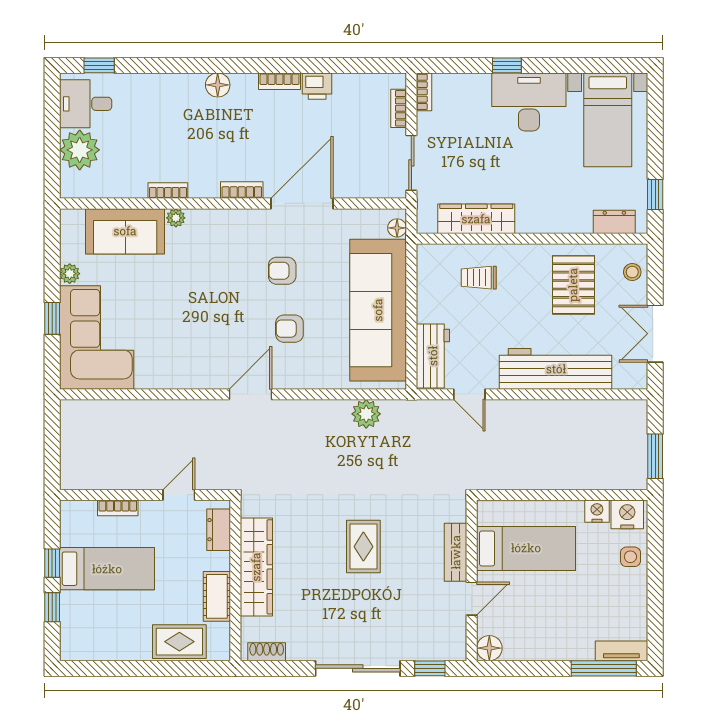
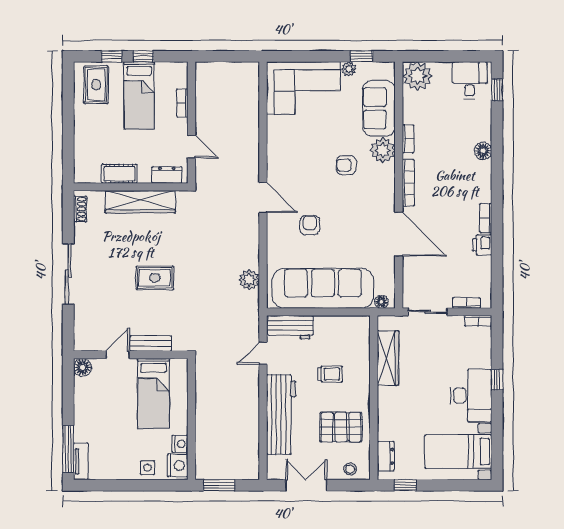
floor lamp: (218, 85) -> (483, 151), moved
plant: (80, 150) -> (417, 76), moved
bookcase: (242, 190) -> (408, 183), width x1.56
plant: (176, 218) -> (383, 150), width x1.88, depth x1.88
armchair: (282, 271) -> (346, 165), moved, turned -90
trolley: (479, 278) -> (330, 374), moved, turned 90
window: (52, 318) -> (361, 56), moved
door: (472, 599) -> (118, 355), swing flipped
rug: (179, 642) -> (96, 85), moved
window: (430, 668) -> (68, 325), removed

